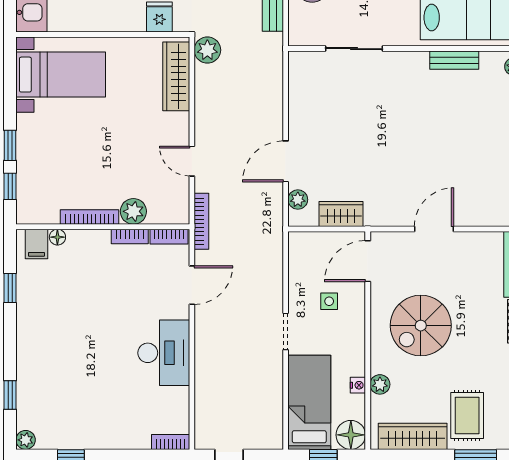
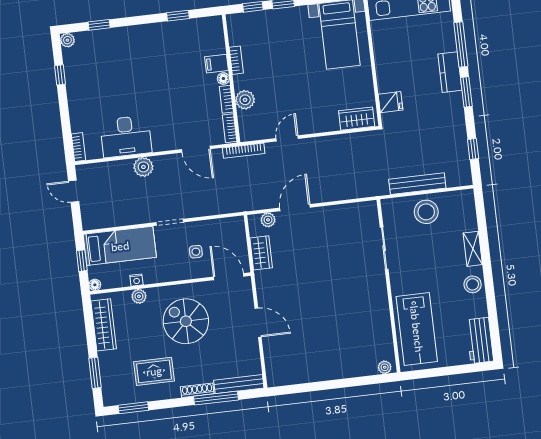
plant: (207, 50) -> (143, 167), moved
bench: (454, 60) -> (384, 323), removed
wardrobe: (176, 76) -> (357, 119), width x0.67
door: (286, 161) -> (295, 208), hinge flipped
bookcase: (89, 217) -> (236, 60), width x0.64
floor lamp: (57, 237) -> (223, 79), moved
filing cabinet: (36, 244) -> (217, 64), moved
desk: (164, 353) -> (126, 136), moved
rug: (467, 416) -> (154, 371), moved
floor lamp: (351, 435) -> (95, 285), width x0.53, depth x0.53

